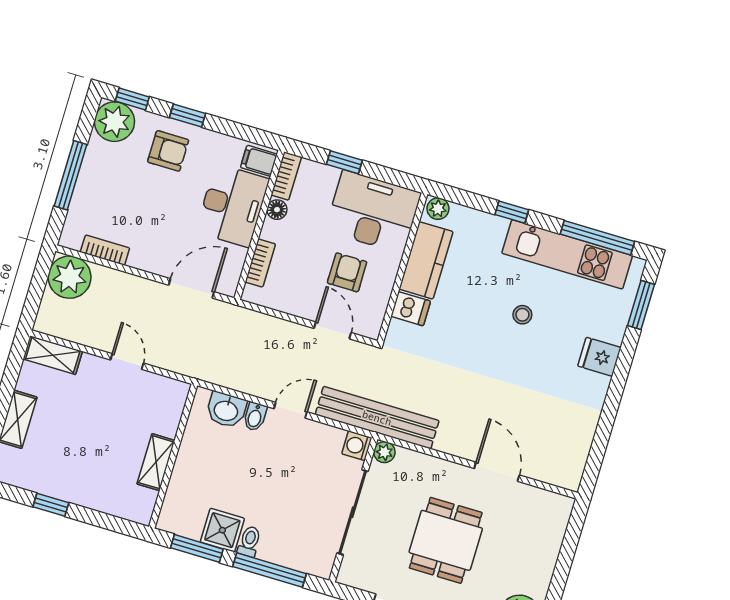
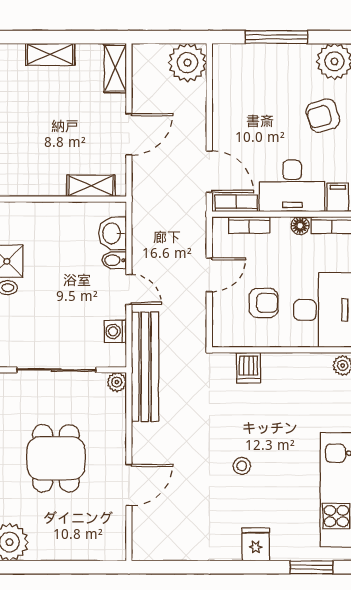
armchair: (168, 151) -> (323, 116), turned 73
bookcase: (105, 250) -> (236, 203), moved, turned -90
kitchen counter: (426, 260) -> (295, 368), removed
stool: (522, 315) -> (242, 466), moved
door: (333, 330) -> (209, 275), moved
door: (127, 362) -> (129, 134), width x1.38
washing machine: (357, 446) -> (115, 331), moved, turned -90
shelving: (156, 462) -> (91, 186), moved
dining table: (446, 540) -> (56, 458), turned 90

